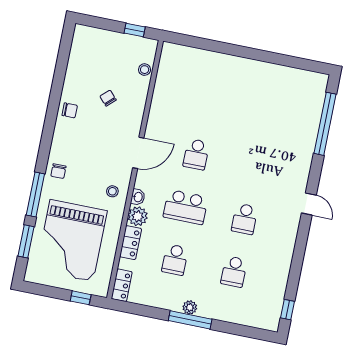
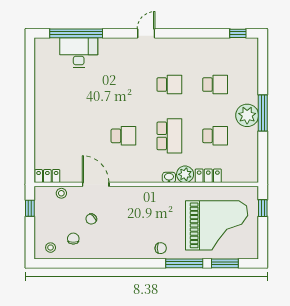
chair: (70, 110) -> (73, 239), moved
desk: (302, 122) -> (79, 52), added
door: (138, 153) -> (96, 184), moved
stool: (112, 191) -> (51, 248), moved
locker: (122, 285) -> (47, 176), moved
plant: (190, 307) -> (247, 115), width x1.87, depth x1.87

